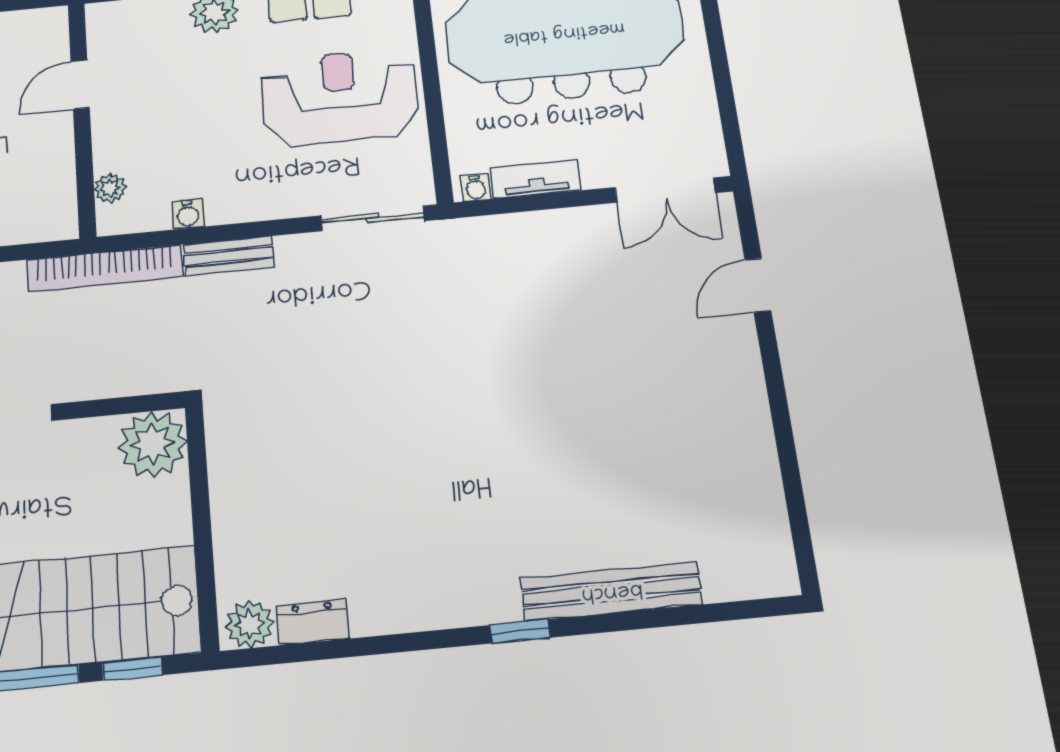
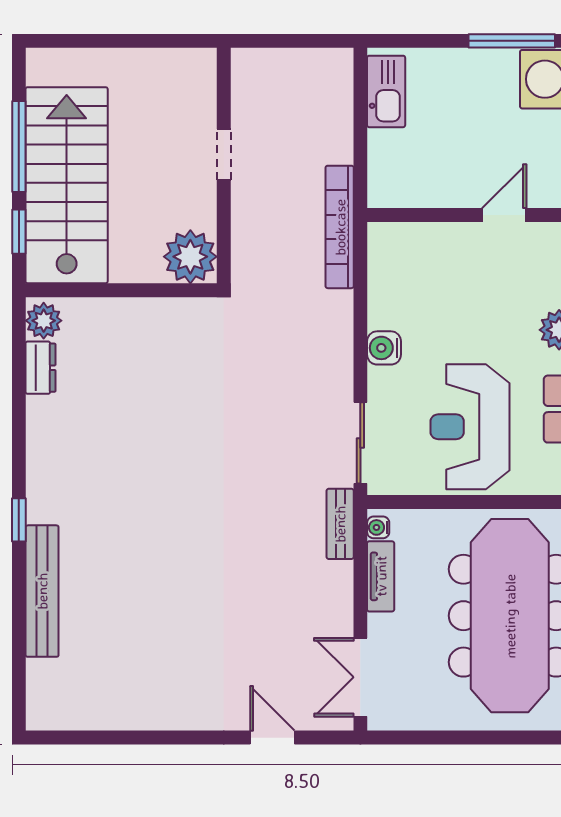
door: (80, 84) -> (504, 215), hinge flipped
reception desk: (340, 97) -> (470, 427), turned 180
plant: (110, 188) -> (409, 235), removed
water cooler: (188, 214) -> (384, 348), moved, width x1.38, depth x1.38
bench: (229, 256) -> (340, 524), moved

